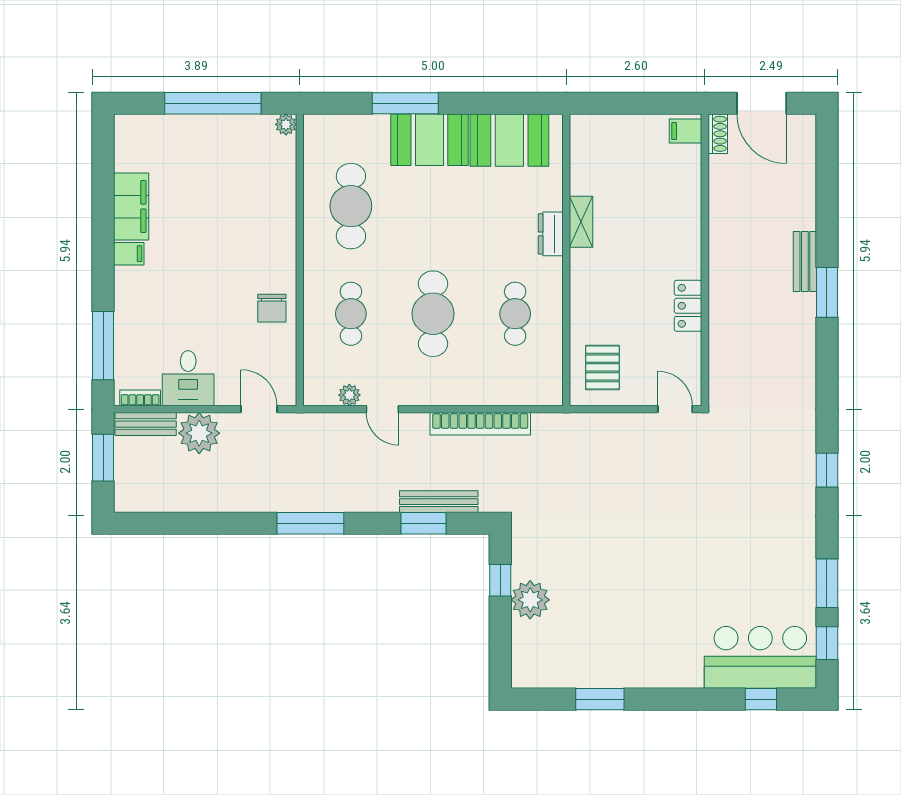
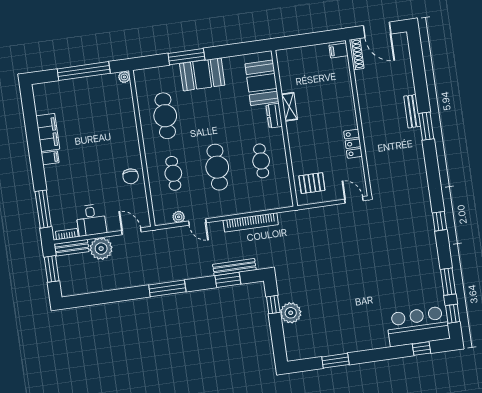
shoe rack: (718, 134) -> (357, 54), width x1.43
booth: (509, 140) -> (262, 83), moved, turned 90
pallet: (603, 367) -> (312, 183), turned 90

